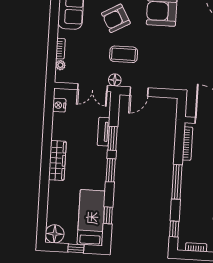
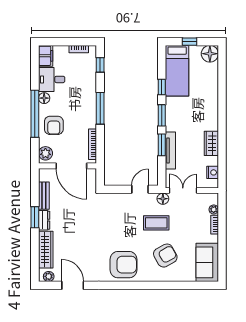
tv unit: (104, 132) -> (170, 150), width x1.41
wardrobe: (57, 160) -> (211, 143), moved, width x0.67
window: (108, 215) -> (162, 87), moved

